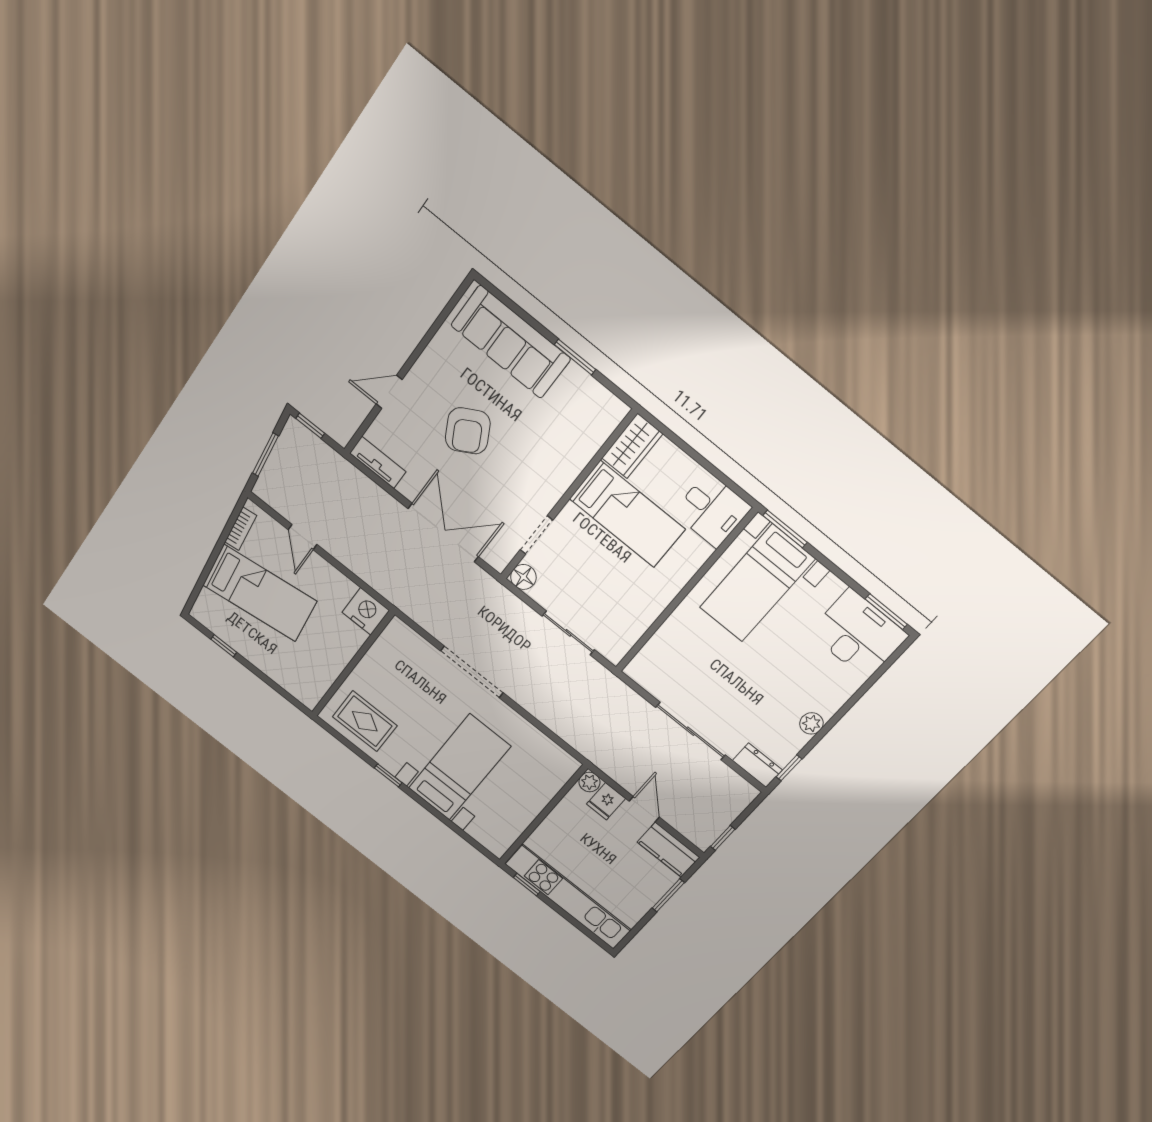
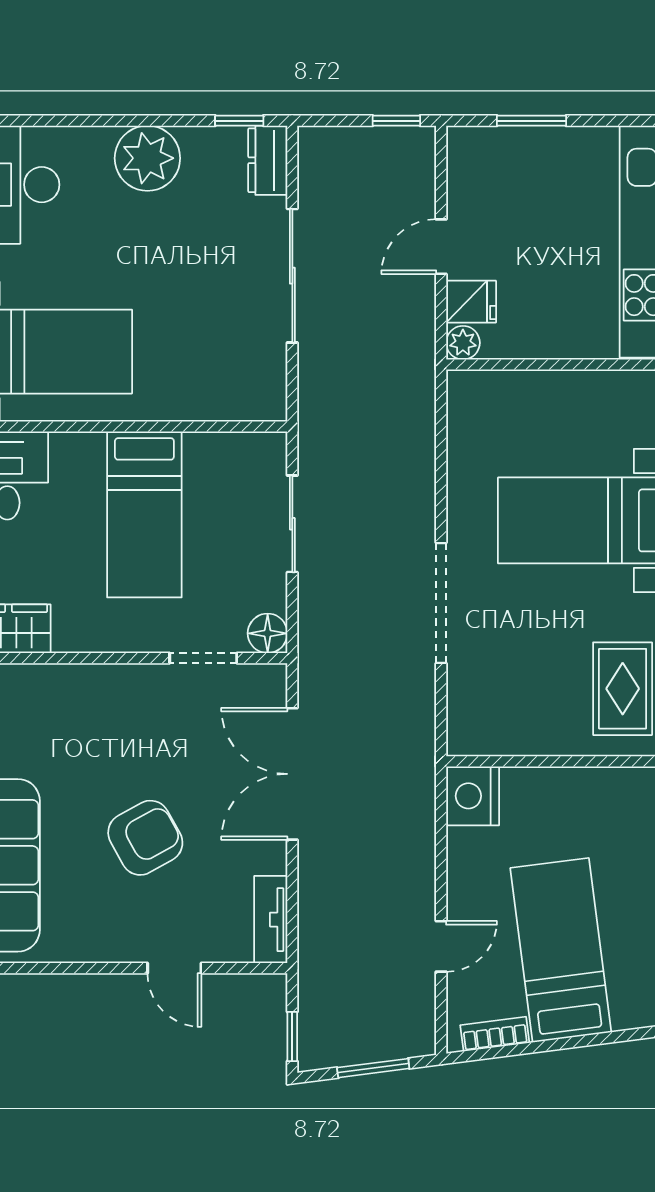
bed: (627, 514) -> (144, 514), moved, turned 180
plant: (811, 723) -> (147, 158), width x1.87, depth x1.87
kitchen counter: (668, 850) -> (469, 172), removed

